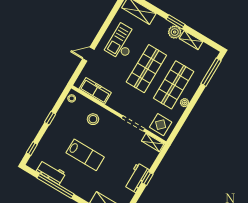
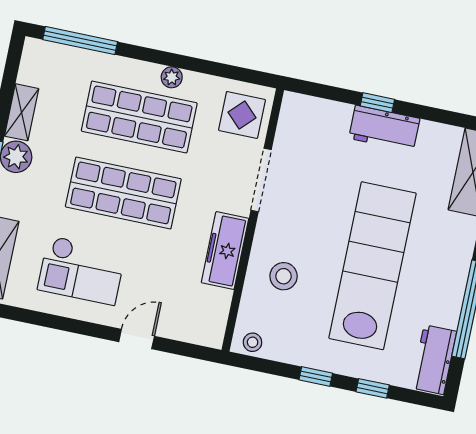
door: (88, 54) -> (137, 339), swing flipped
freezer: (95, 91) -> (225, 251), moved
shelving: (153, 142) -> (290, 119), removed
window: (32, 149) -> (373, 388), moved
lab bench: (85, 155) -> (372, 266), width x1.86, depth x1.39
workbench: (51, 172) -> (434, 360), moved

